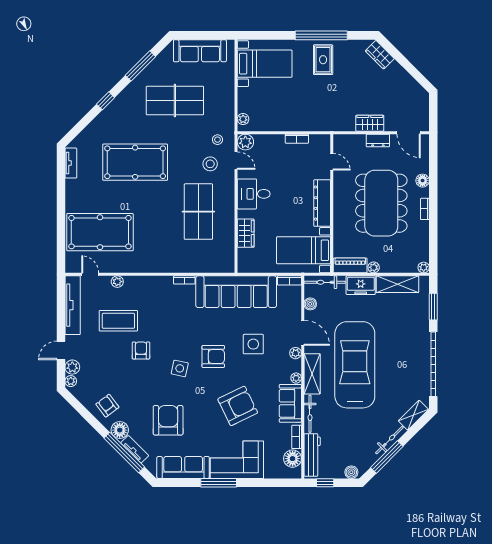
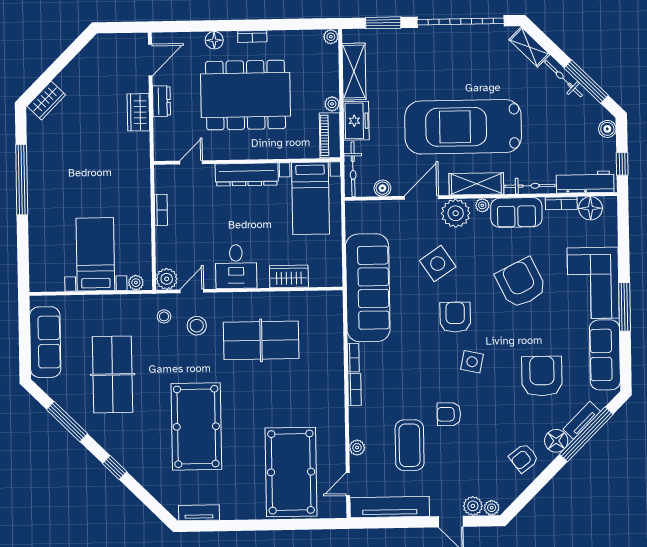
rug: (323, 60) -> (54, 177), removed
bed with nightstands: (265, 64) -> (95, 254), moved
bookcase: (289, 280) -> (354, 389), moved
side table: (253, 344) -> (438, 264), turned -34
plant: (296, 353) -> (456, 213), width x1.88, depth x1.88
armchair: (168, 420) -> (542, 376), turned 90

